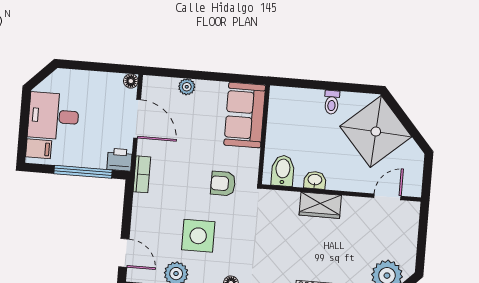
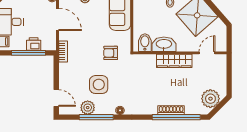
printer: (120, 160) -> (34, 44), moved
washbasin: (315, 180) -> (164, 44), width x1.91, depth x1.45
wardrobe: (320, 205) -> (174, 61), width x1.50

